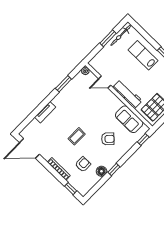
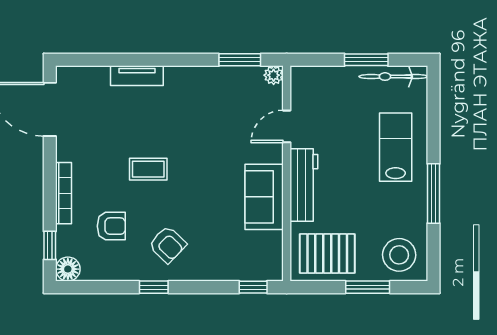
door: (105, 82) -> (287, 126), hinge flipped
window: (63, 84) -> (240, 60), moved
sofa: (129, 119) -> (264, 197), moved
armchair: (108, 139) -> (167, 245), moved
floor lamp: (101, 171) -> (68, 269), moved

